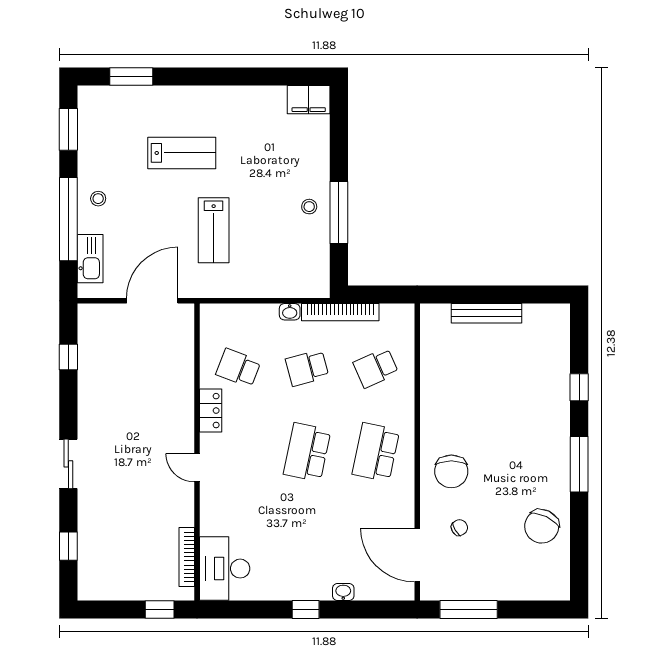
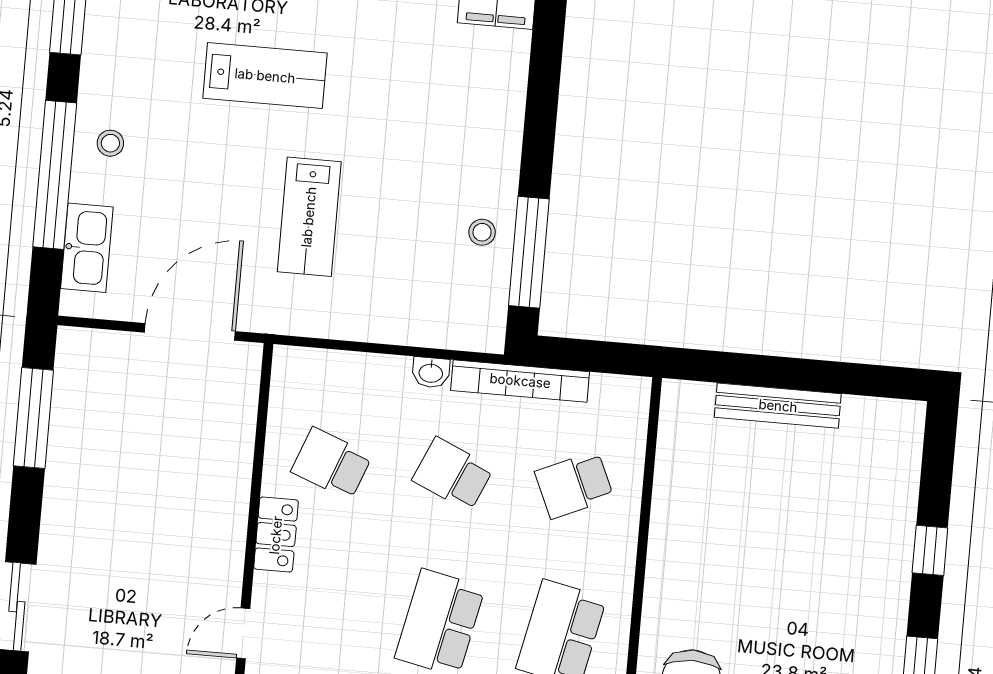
stool: (309, 207) -> (482, 232), moved
window: (339, 213) -> (529, 252), moved
window: (68, 357) -> (33, 418), width x2.17
school desk: (307, 368) -> (453, 474), turned 39
door: (197, 468) -> (243, 633), hinge flipped

